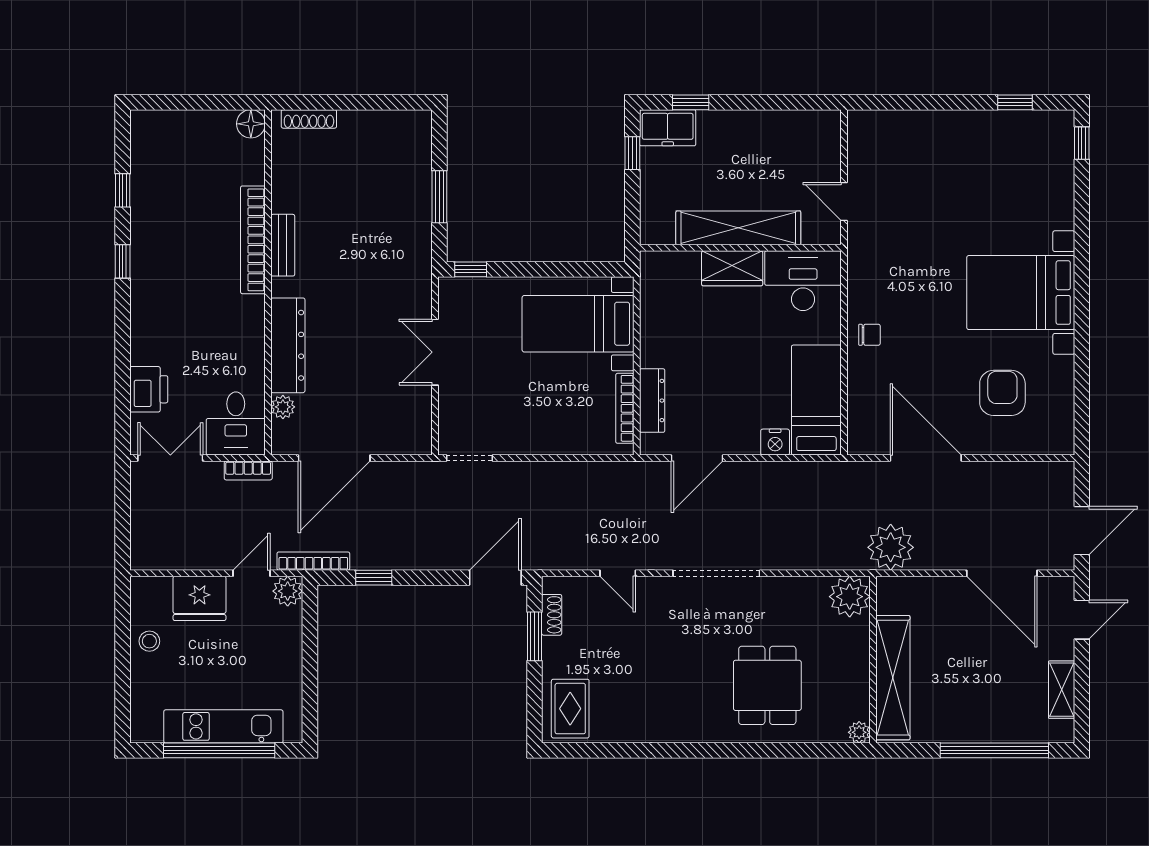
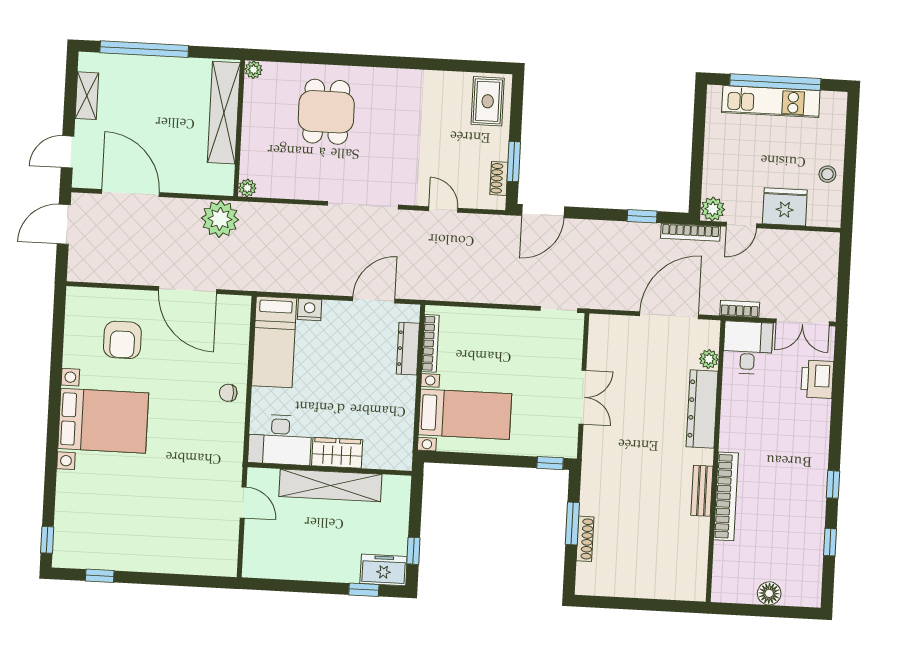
shoe rack: (309, 119) -> (585, 539), moved, turned 90
floor lamp: (251, 124) -> (769, 593), moved
plant: (850, 597) -> (247, 188), width x0.53, depth x0.53

